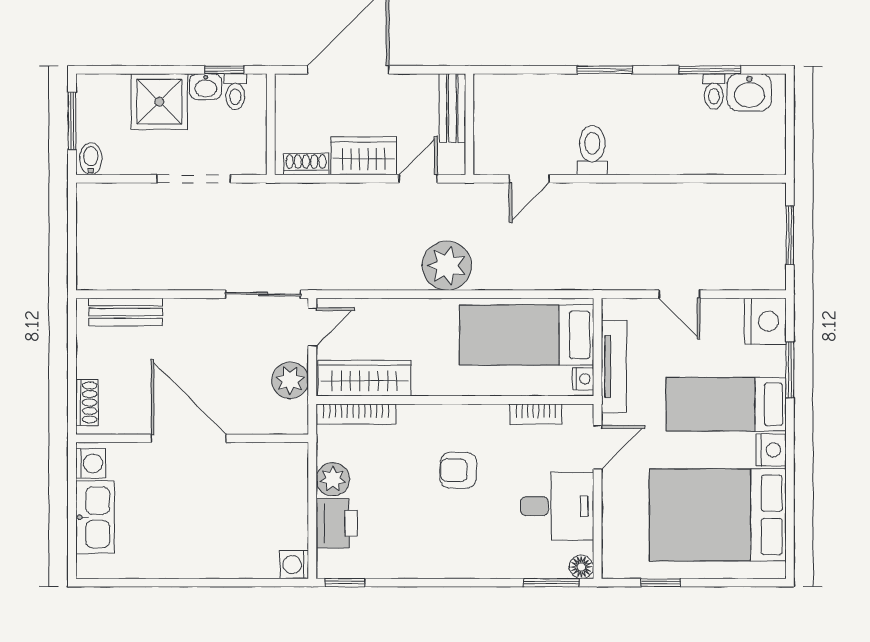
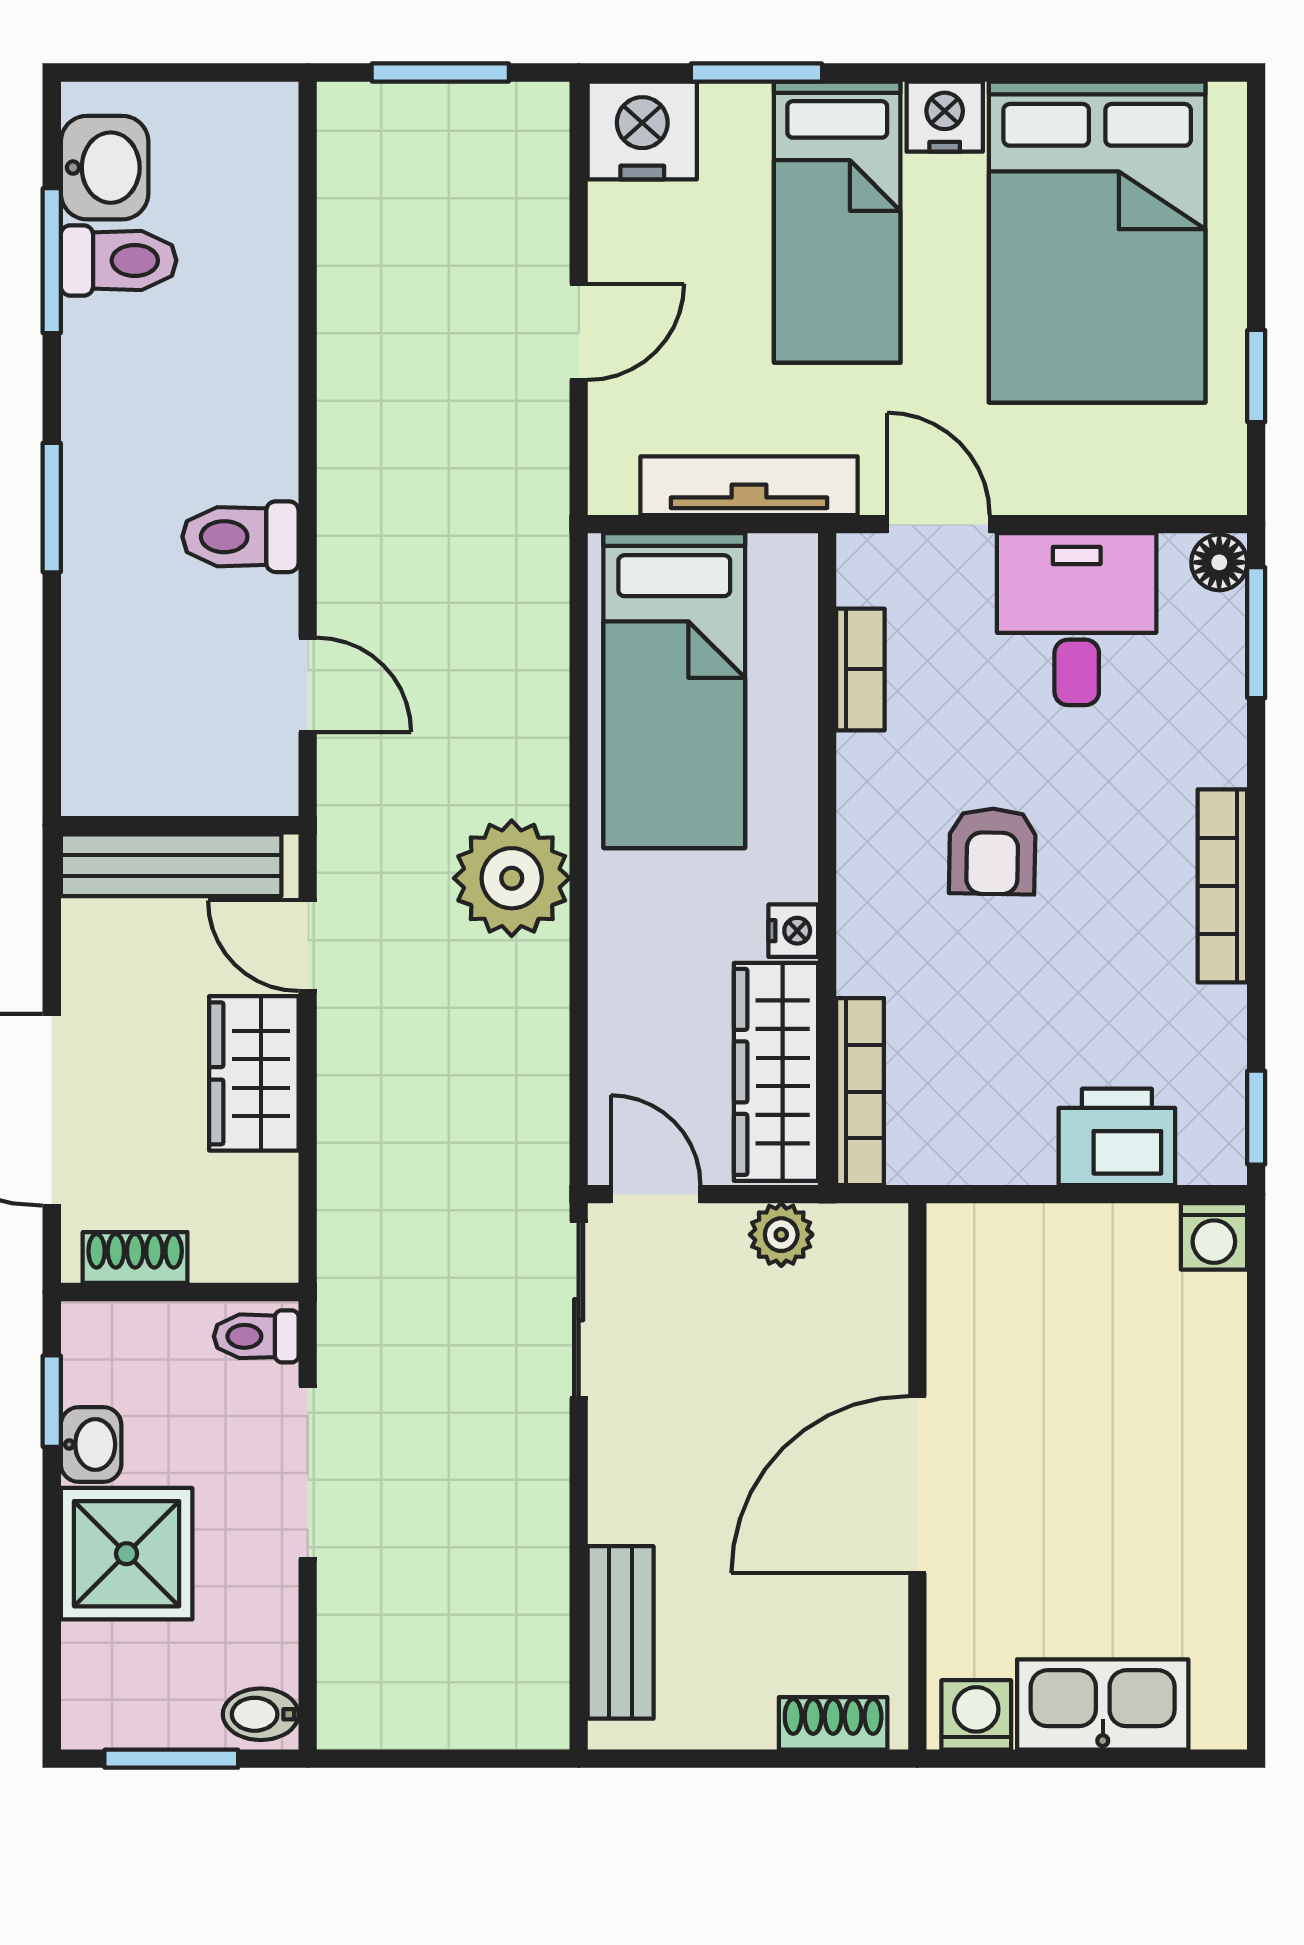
toilet: (714, 91) -> (119, 260), width x1.37, depth x1.39
toilet: (235, 92) -> (256, 1336), moved, turned 180
bench: (452, 108) -> (171, 865), width x1.36
shoe rack: (306, 164) -> (135, 1257), moved, turned 90
nightstand: (583, 379) -> (793, 931), moved, turned 90
plant: (290, 380) -> (781, 1235), width x0.73, depth x0.73
plant: (333, 479) -> (1013, 1146), removed
bookcase: (444, 568) -> (1222, 886), added

